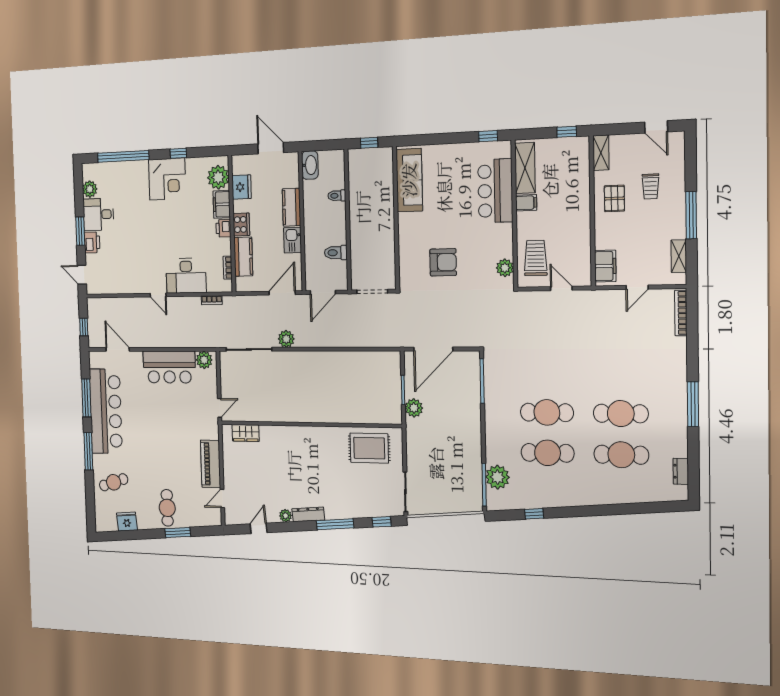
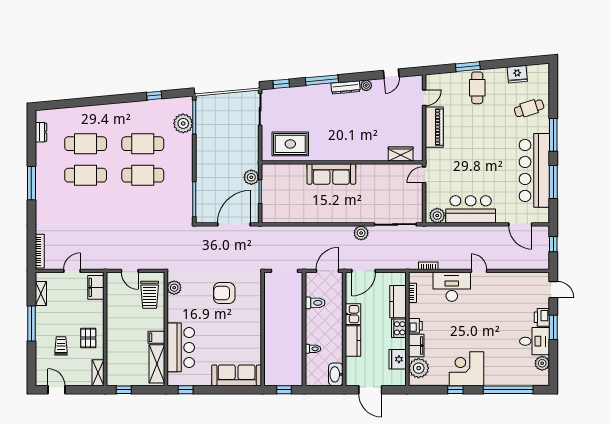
sofa: (409, 180) -> (237, 375), moved, turned 90
sofa: (321, 411) -> (331, 174), added

